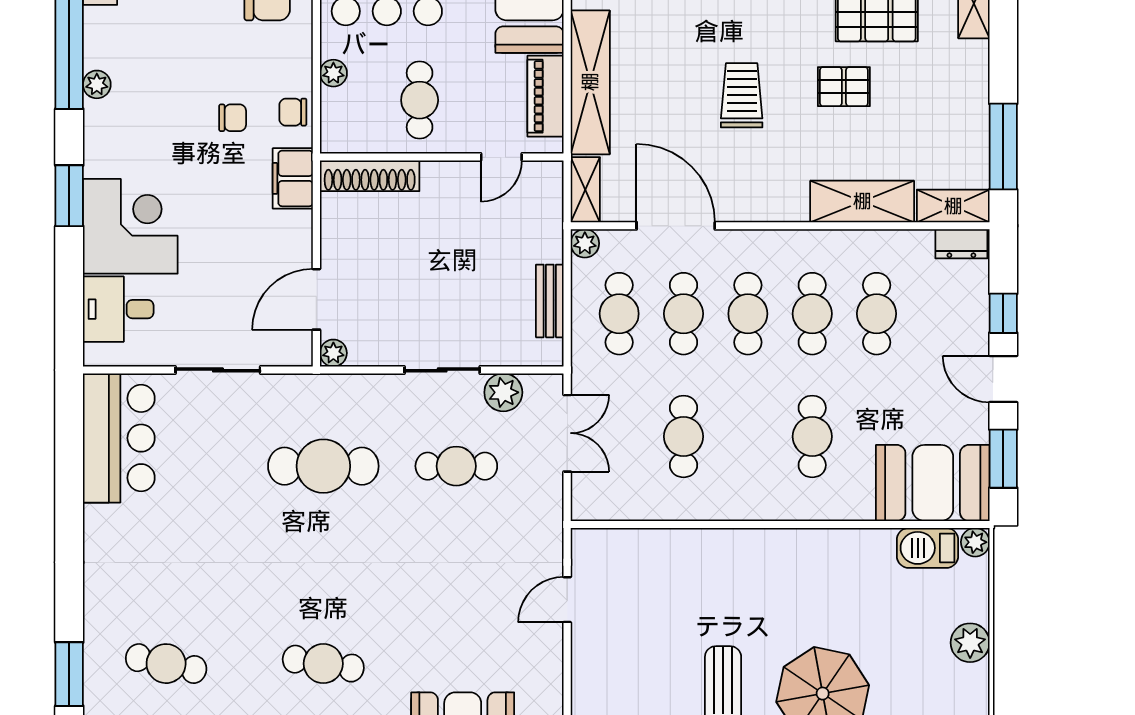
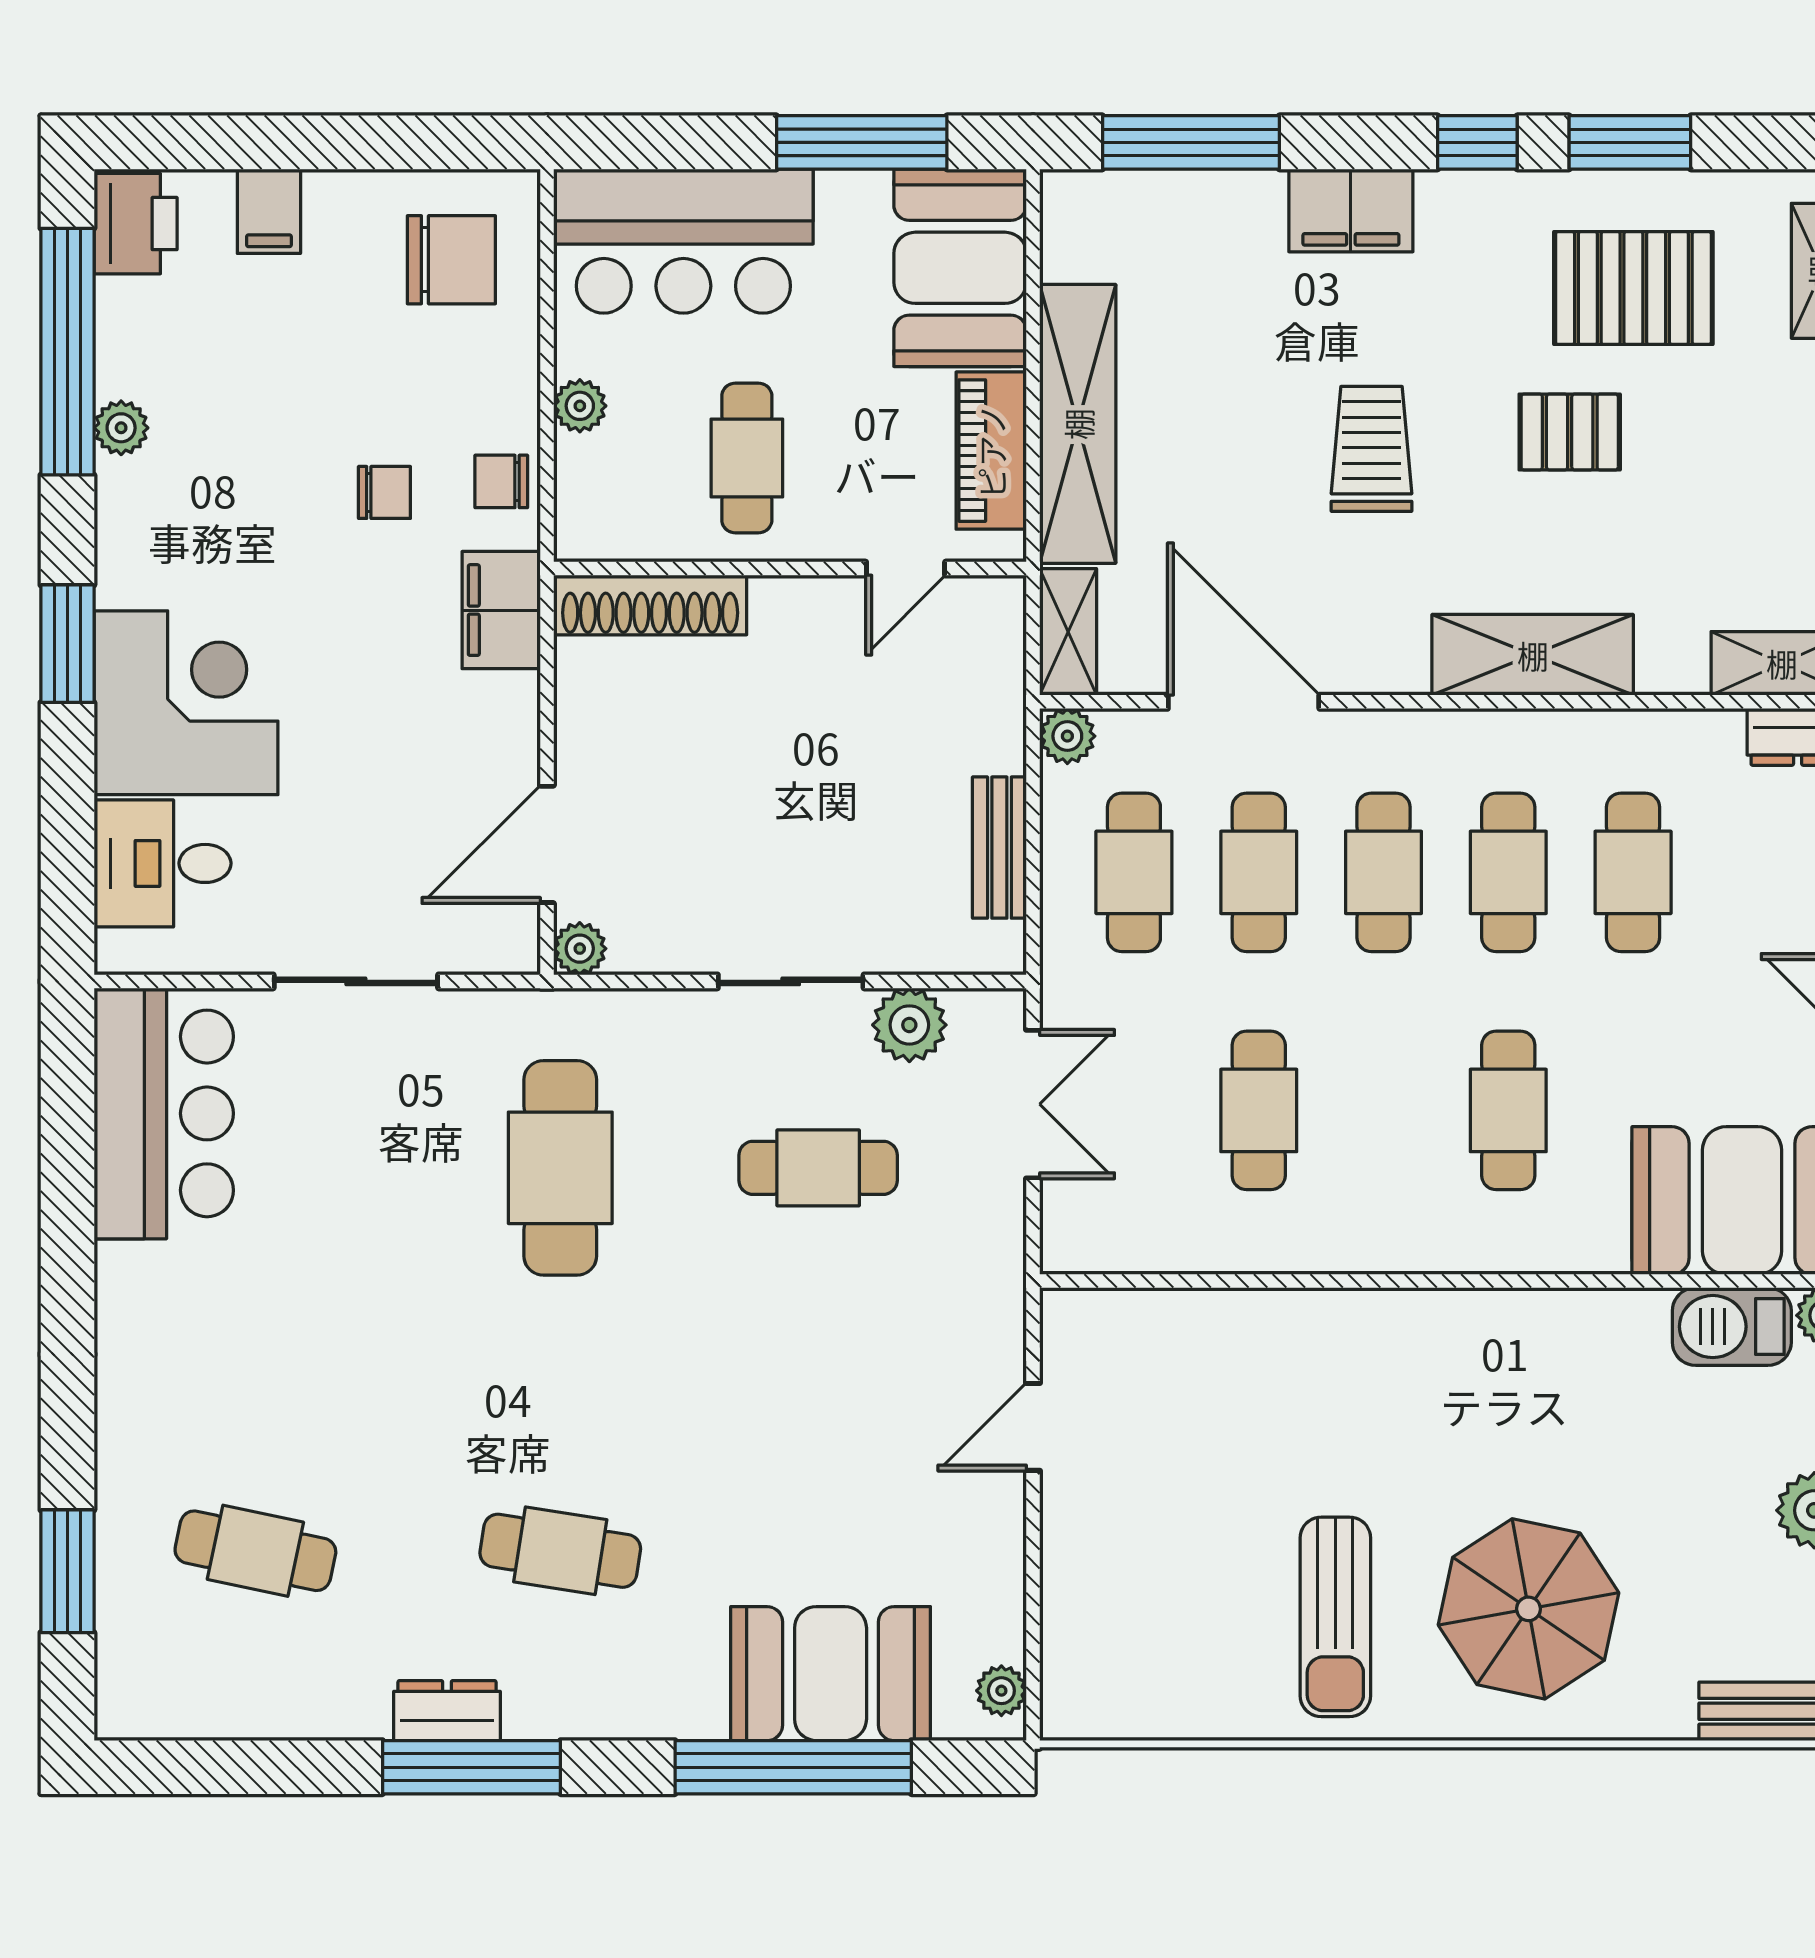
shelving: (862, 201) -> (1533, 655), moved
cafe table: (323, 466) -> (560, 1168), turned 90

